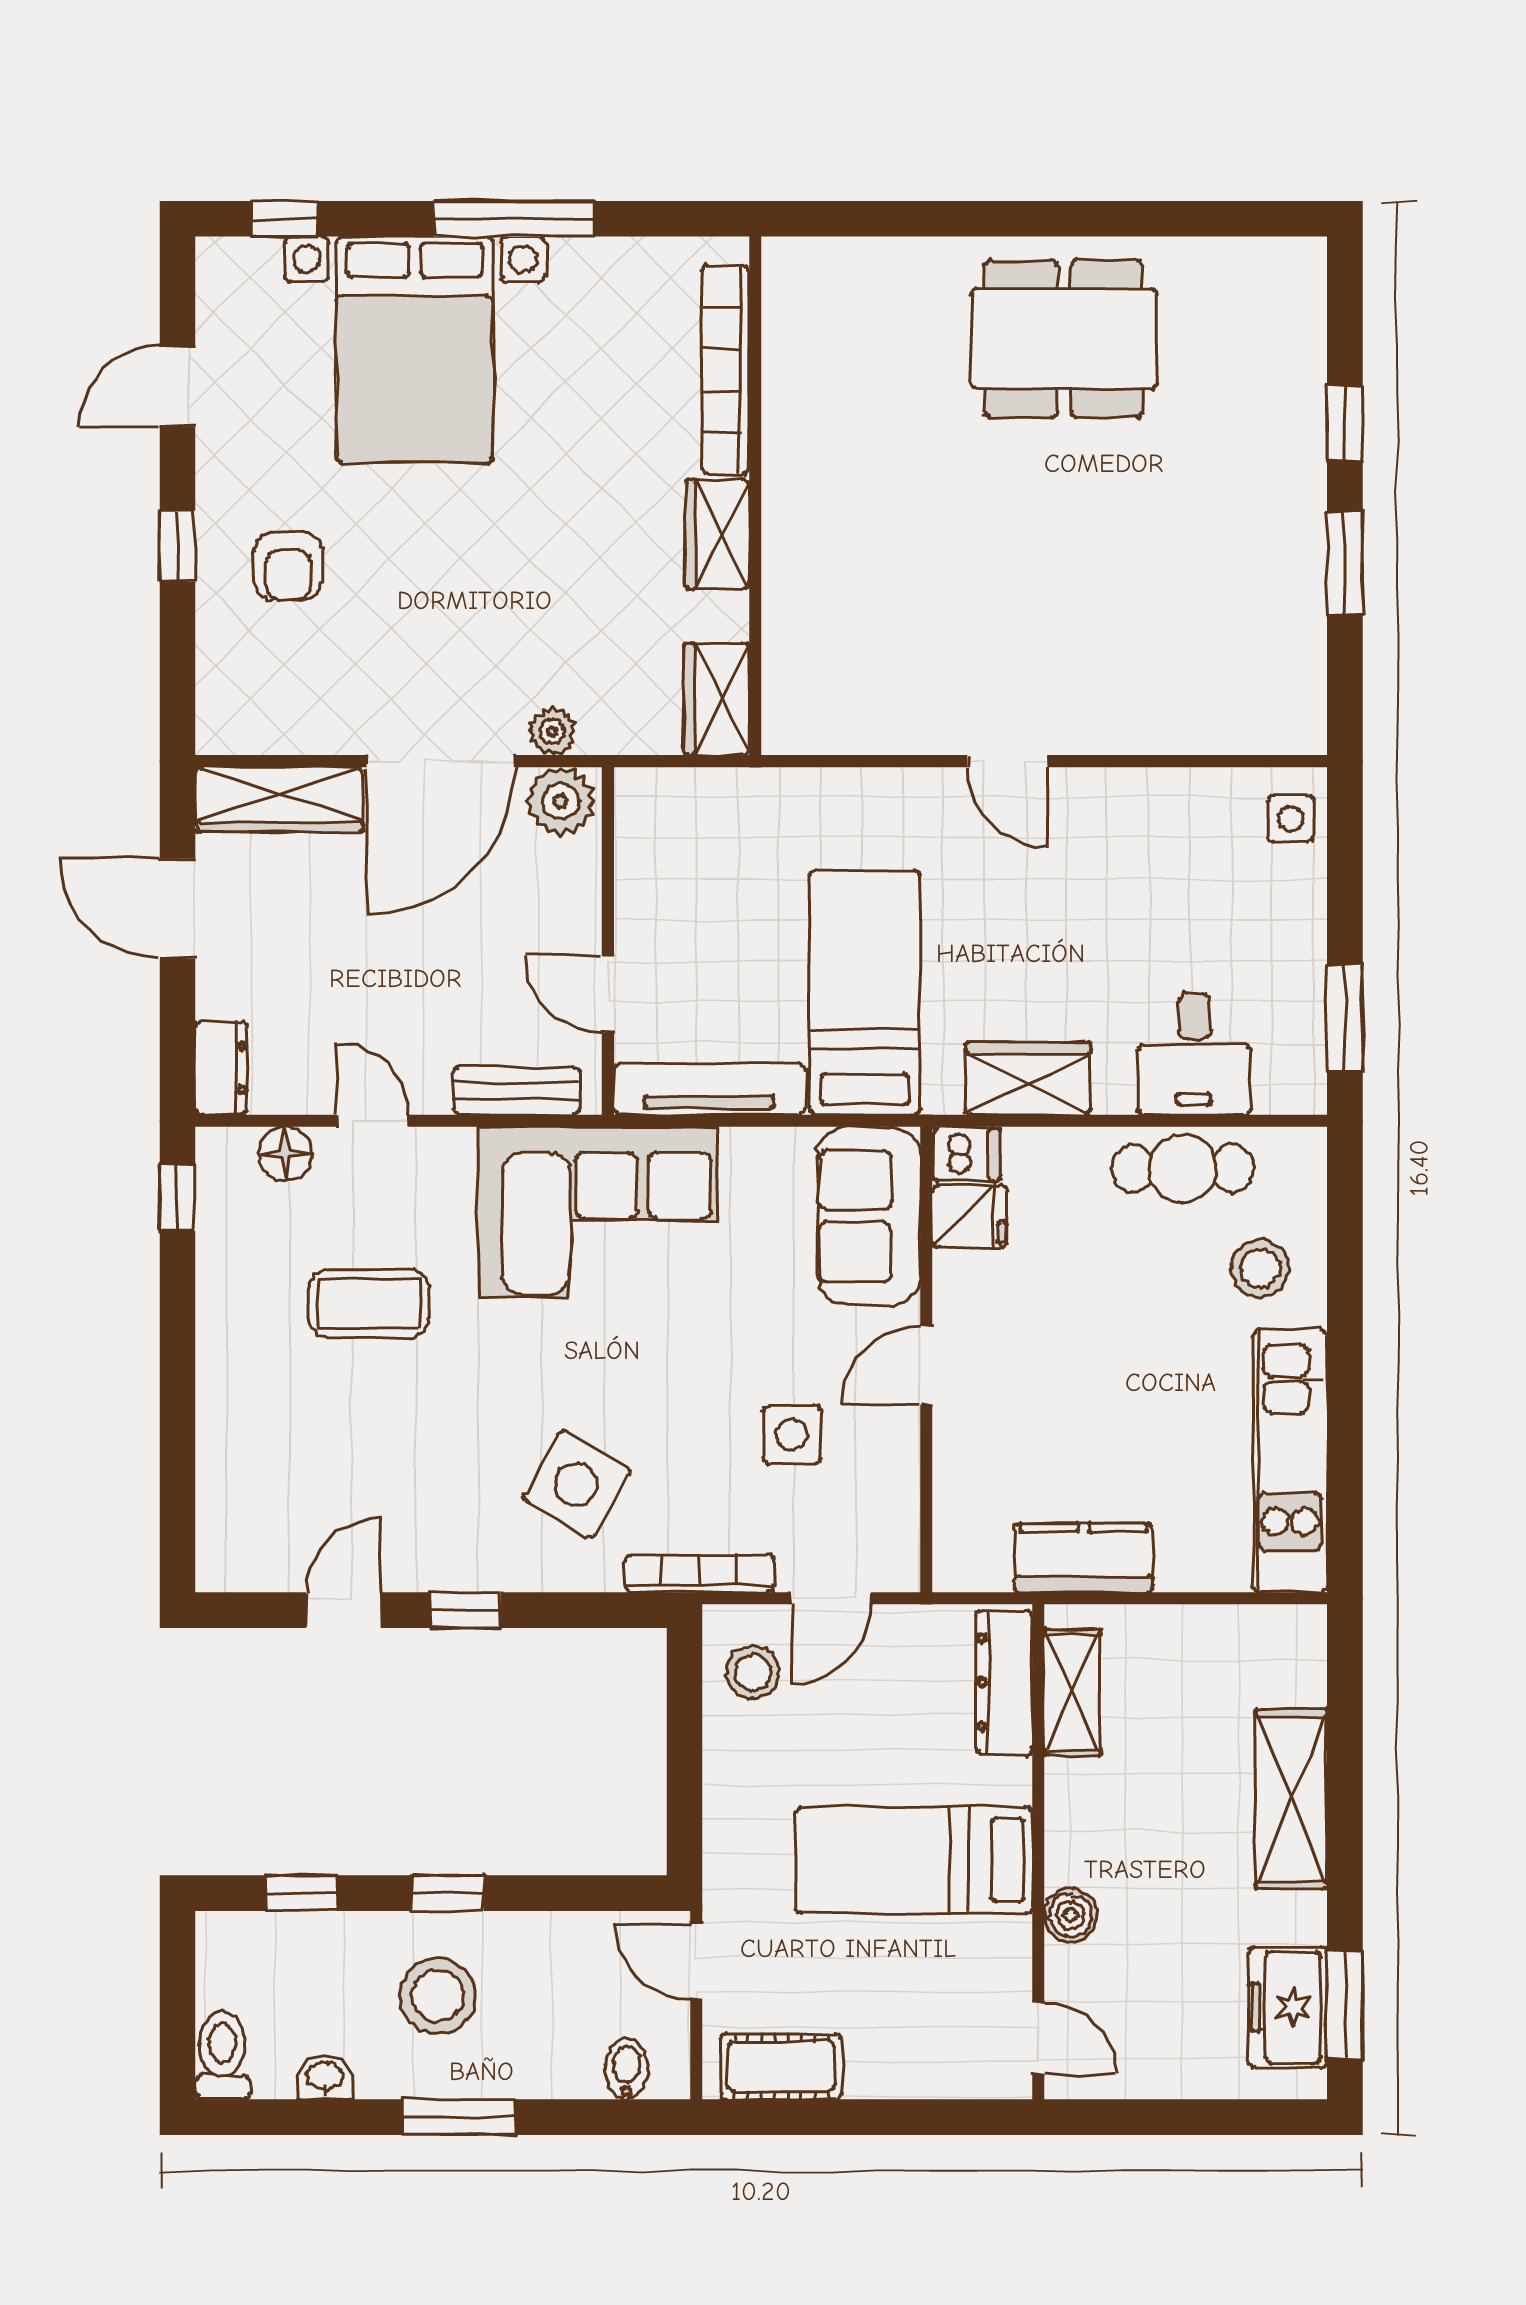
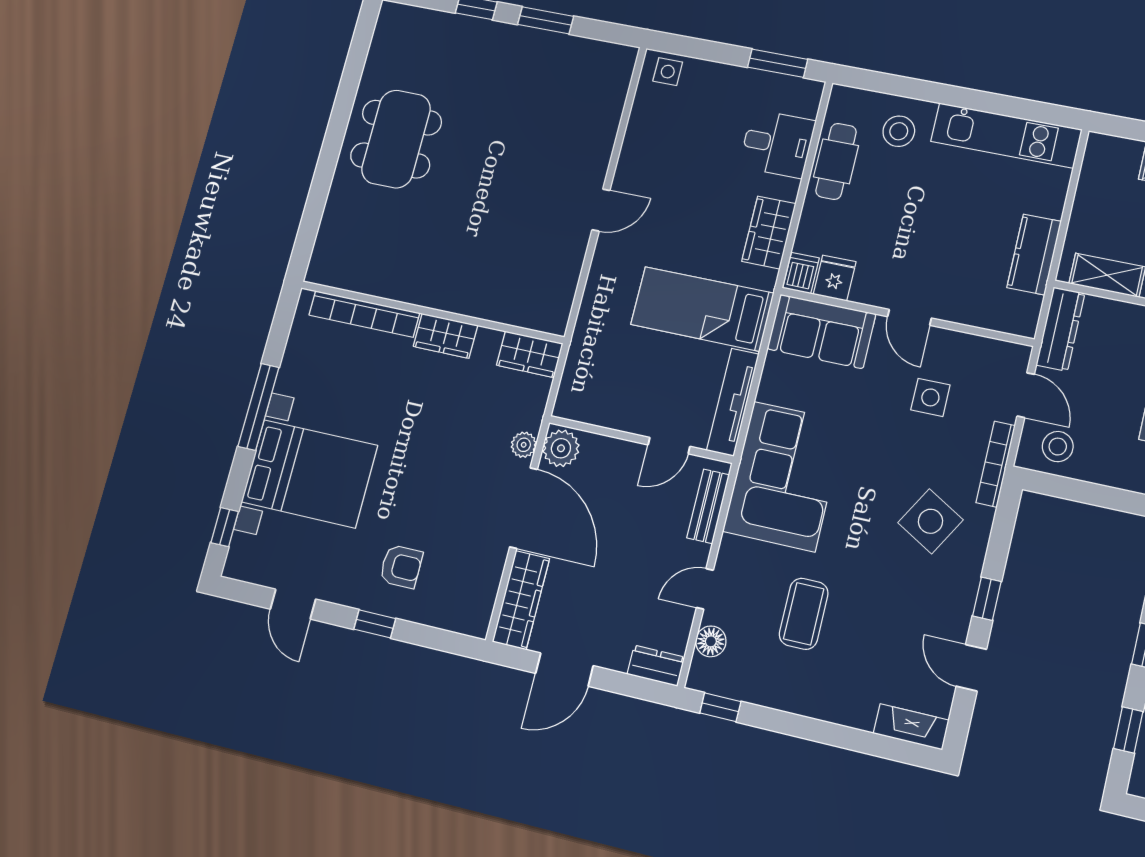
fireplace: (221, 1531) -> (911, 727), added
dresser: (1004, 1682) -> (1060, 329), moved, turned -90

